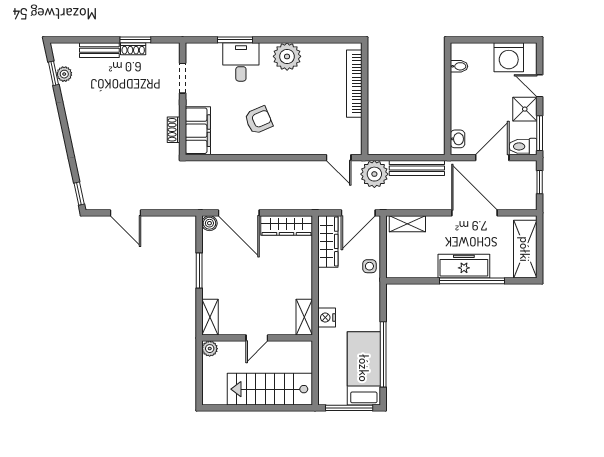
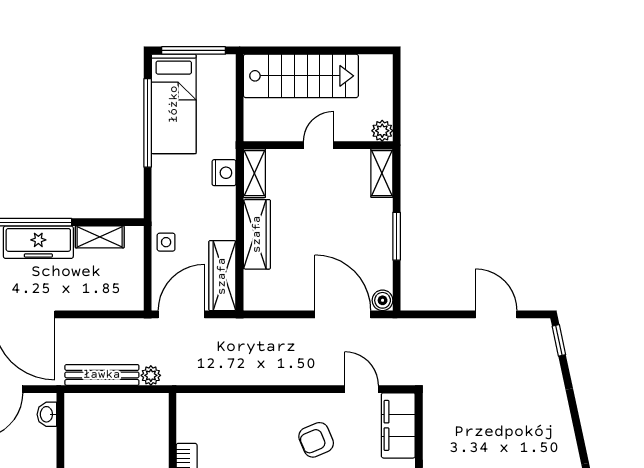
shoe rack: (174, 130) -> (431, 427), removed
door: (339, 158) -> (361, 389), moved
plant: (374, 174) -> (151, 375), width x0.53, depth x0.53
shelving: (407, 224) -> (100, 237), moved
wardrobe: (287, 226) -> (257, 234), moved, turned 90

